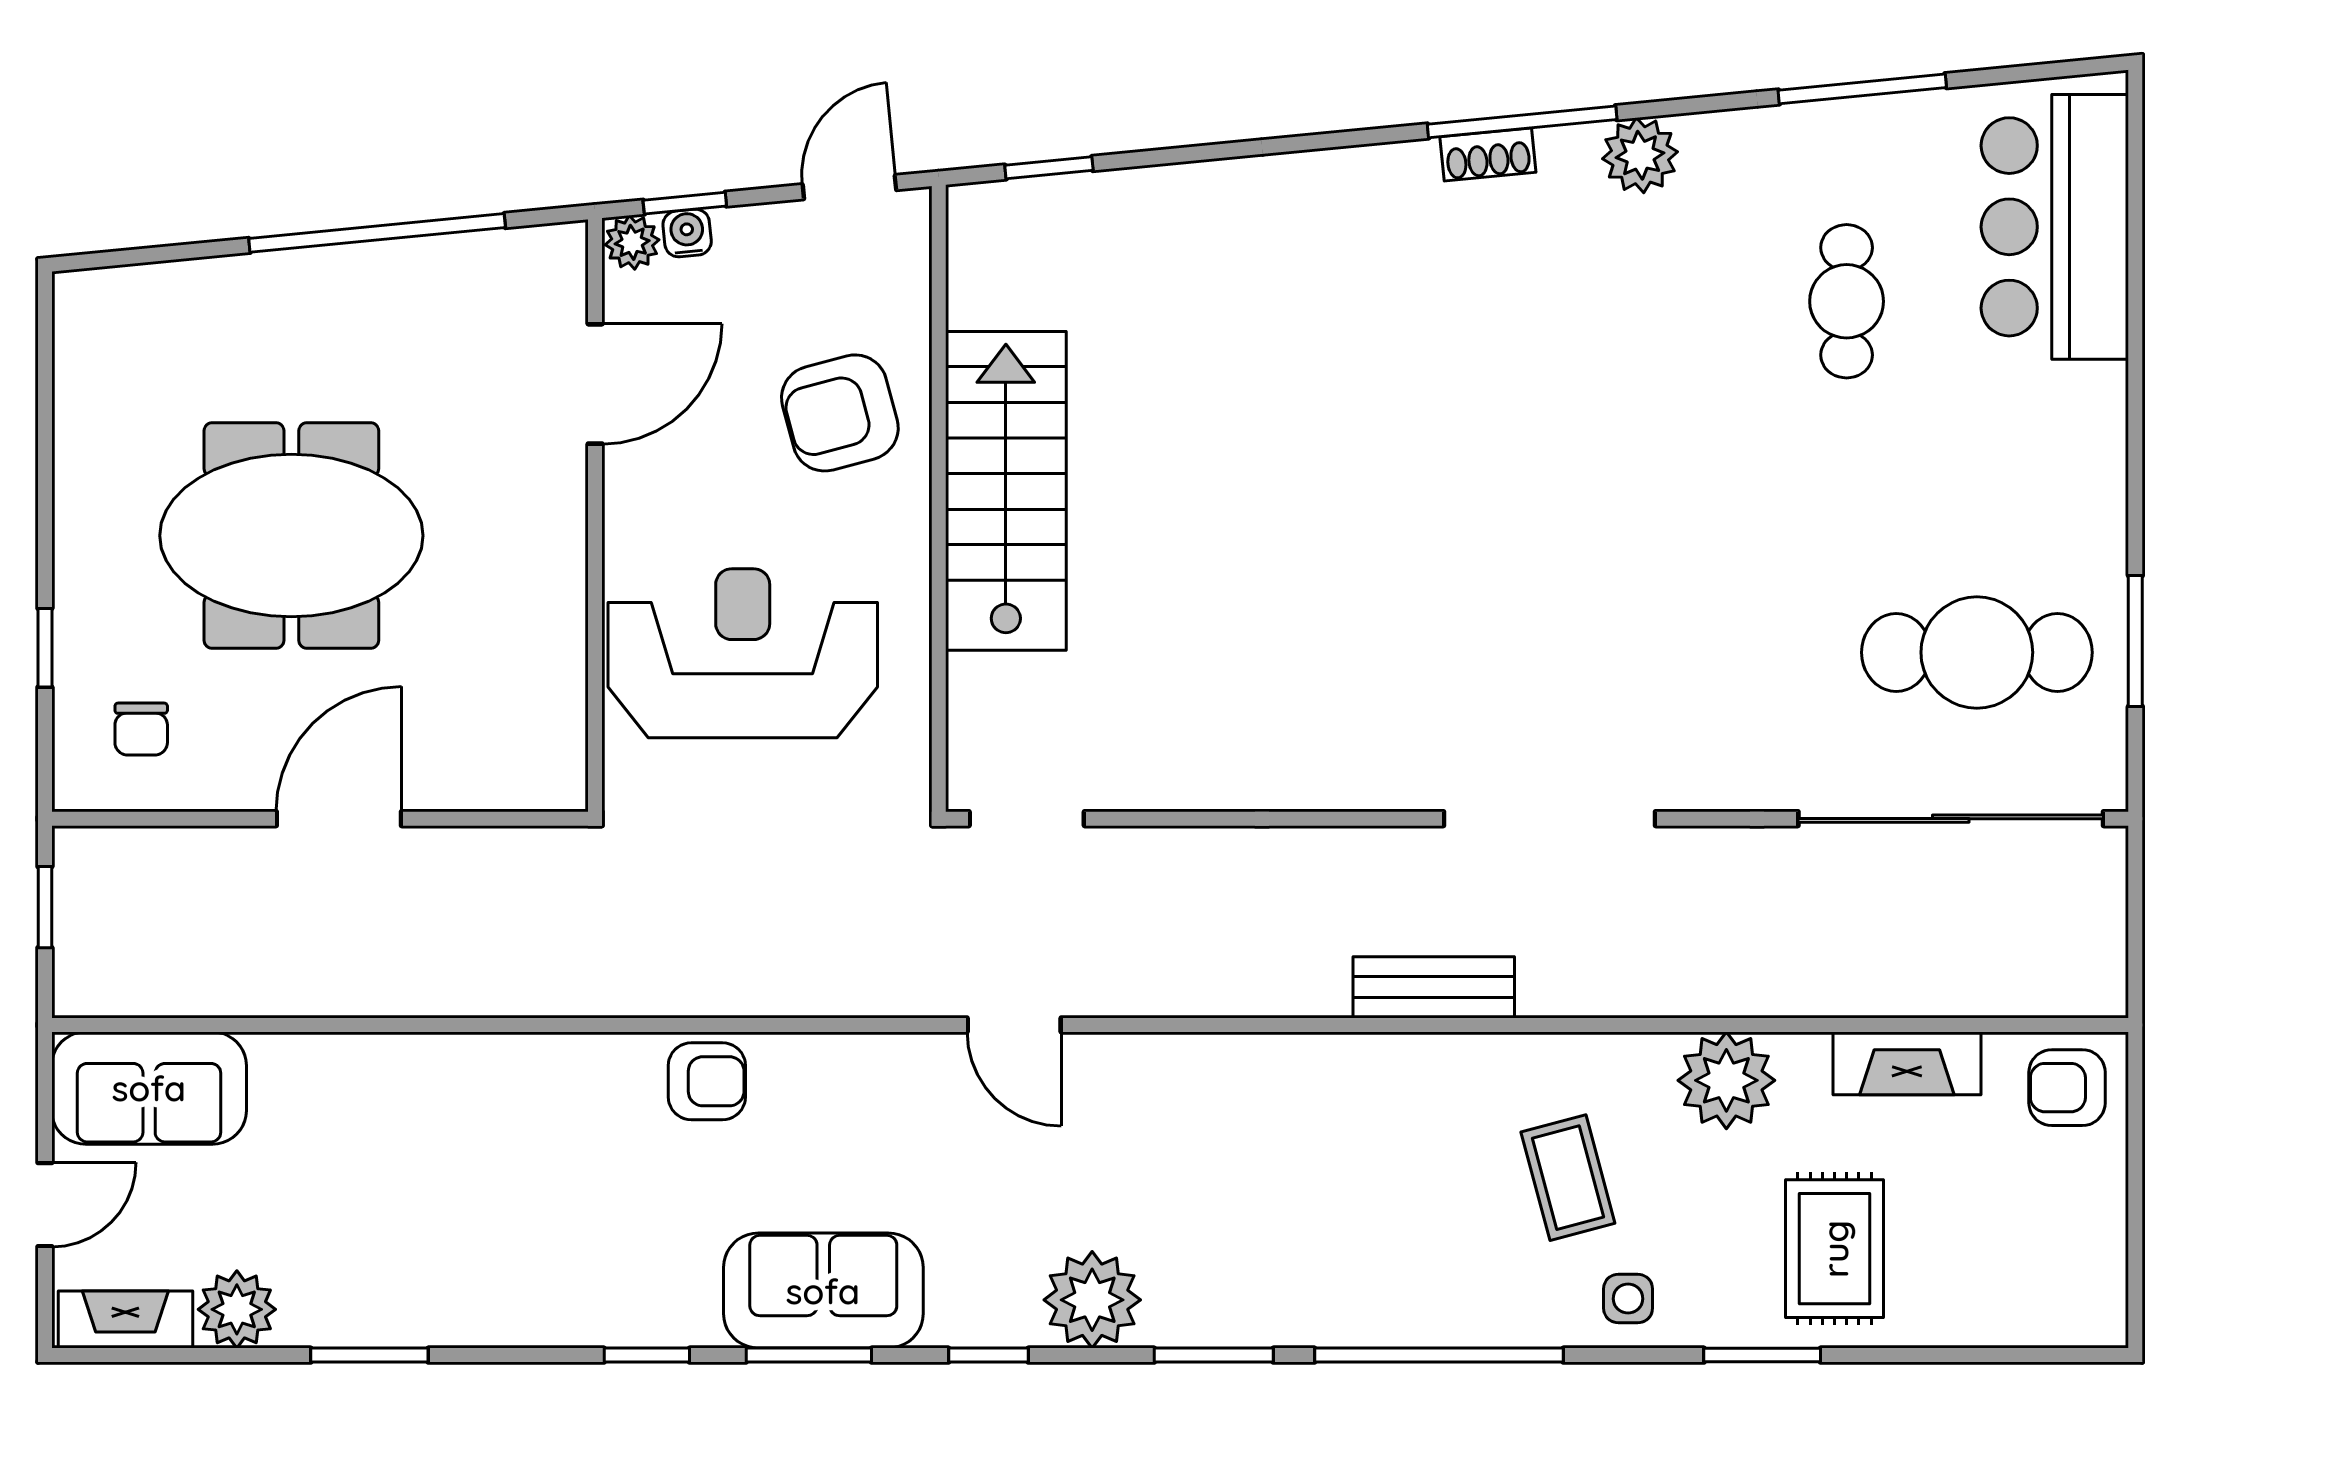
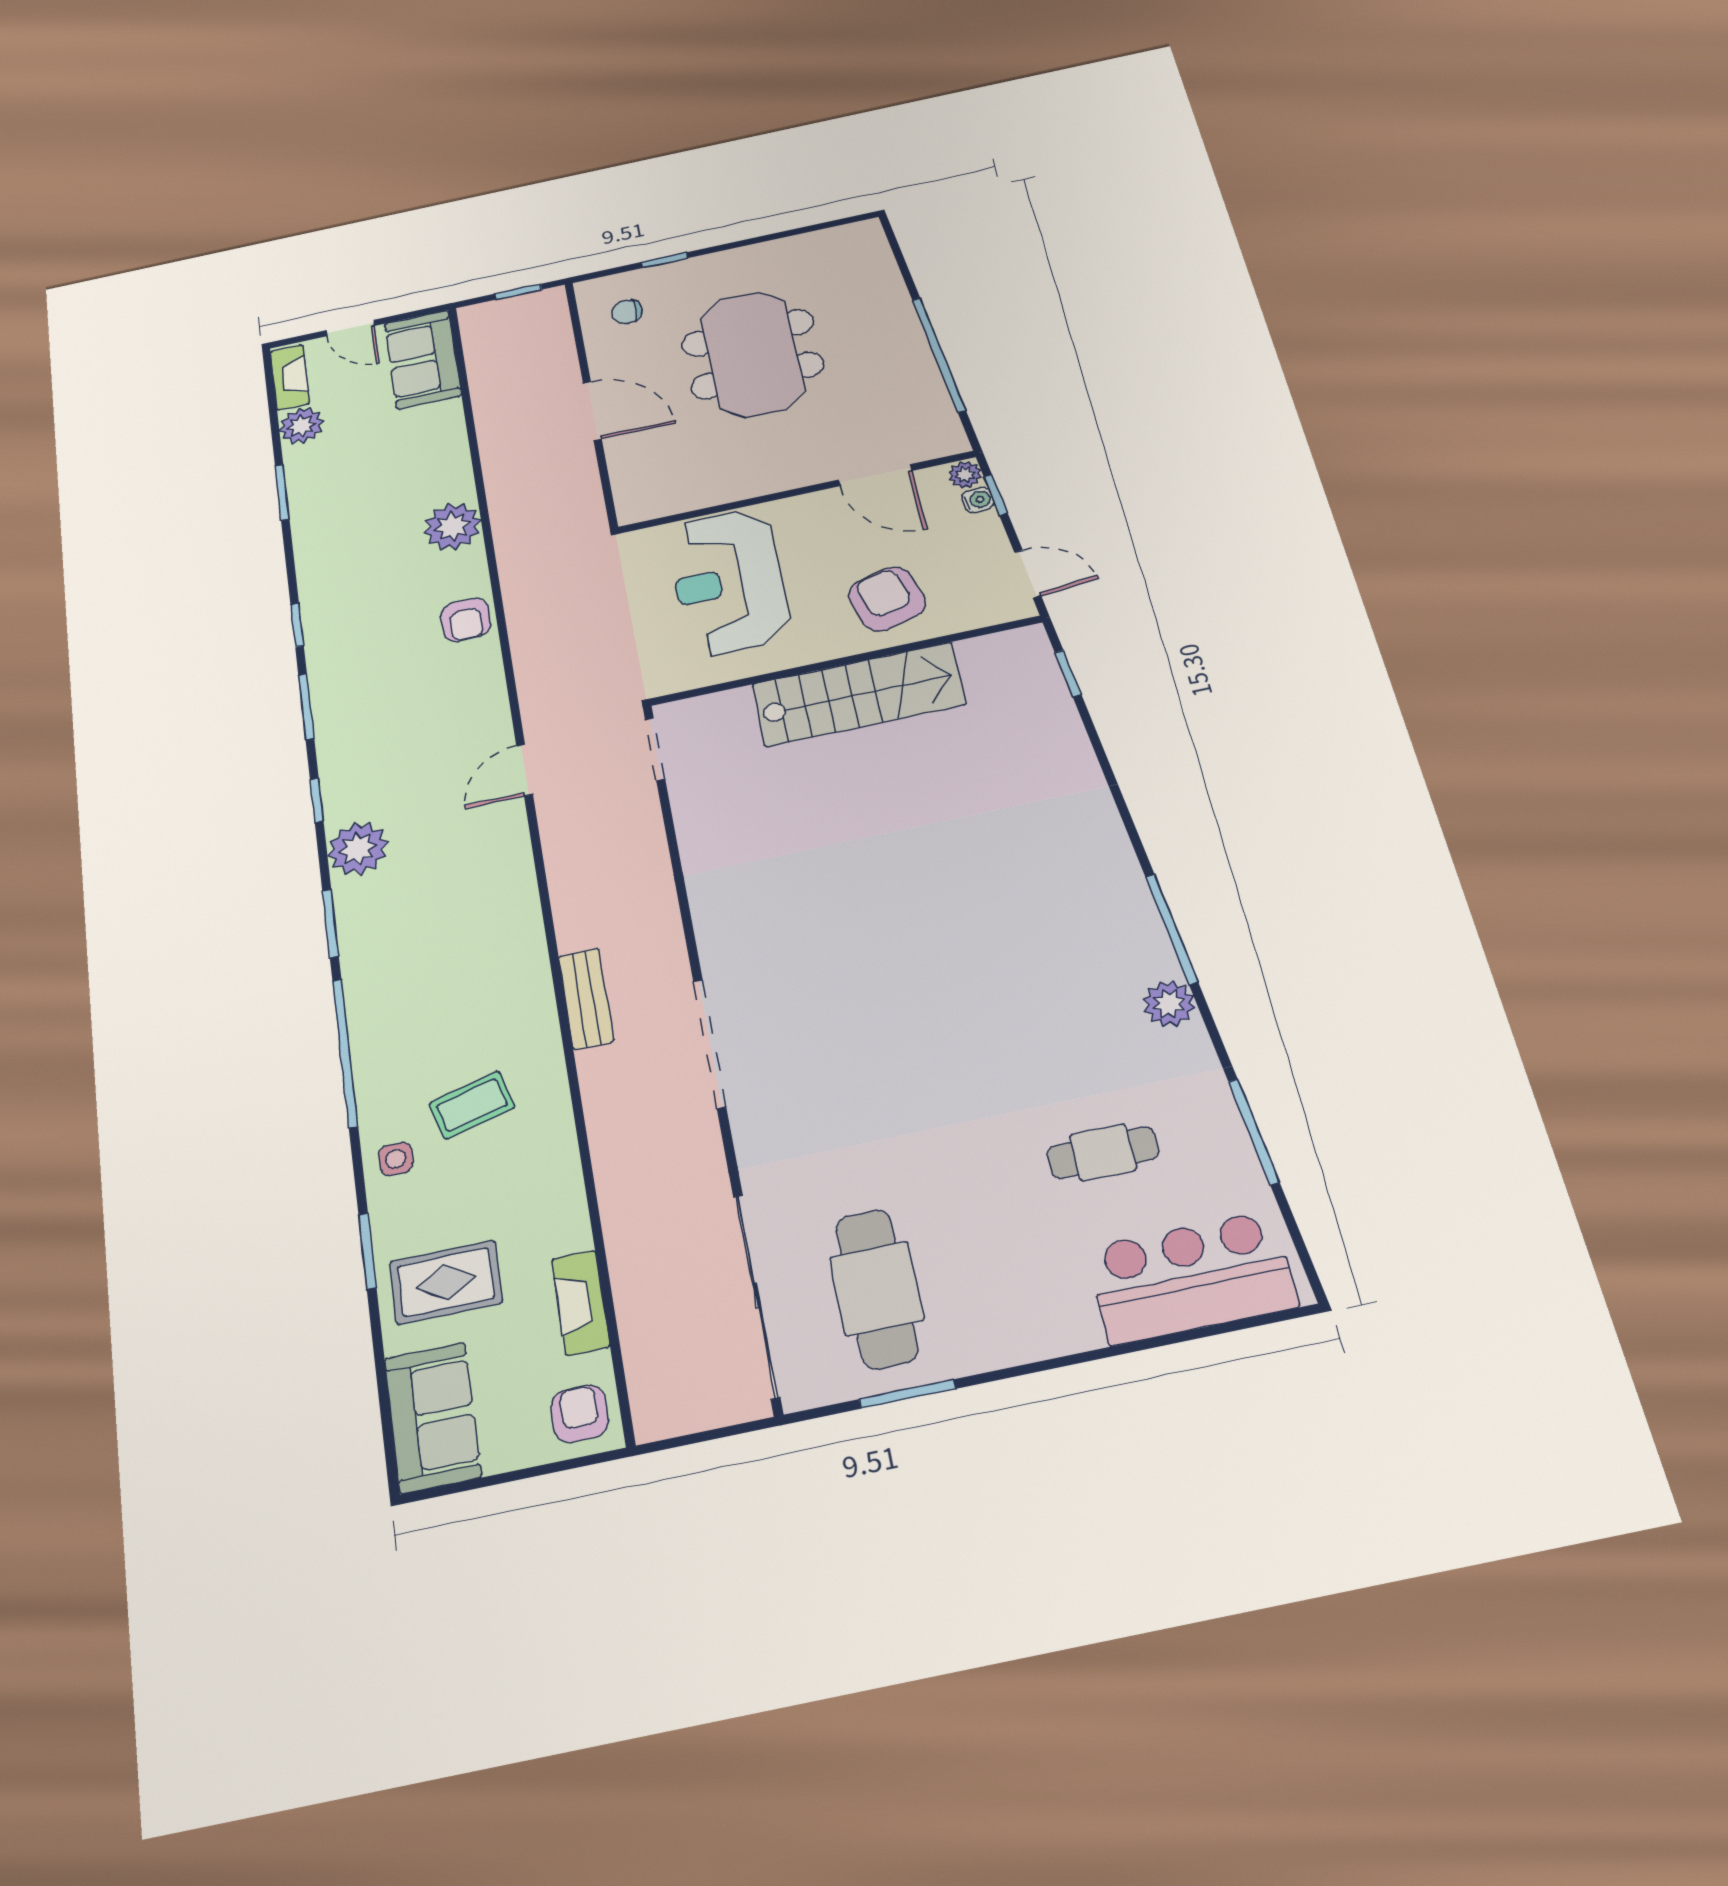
shoe rack: (1488, 154) -> (1144, 914), removed
reception desk: (743, 653) -> (729, 582), turned 180
plant: (1726, 1080) -> (452, 526), moved
sofa: (823, 1291) -> (433, 1417), moved

